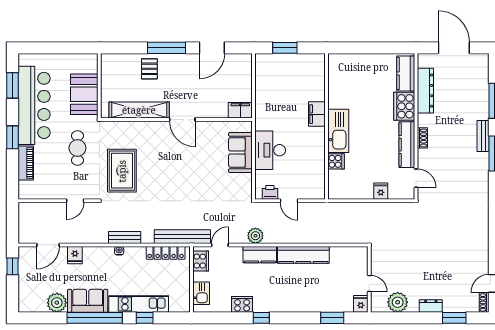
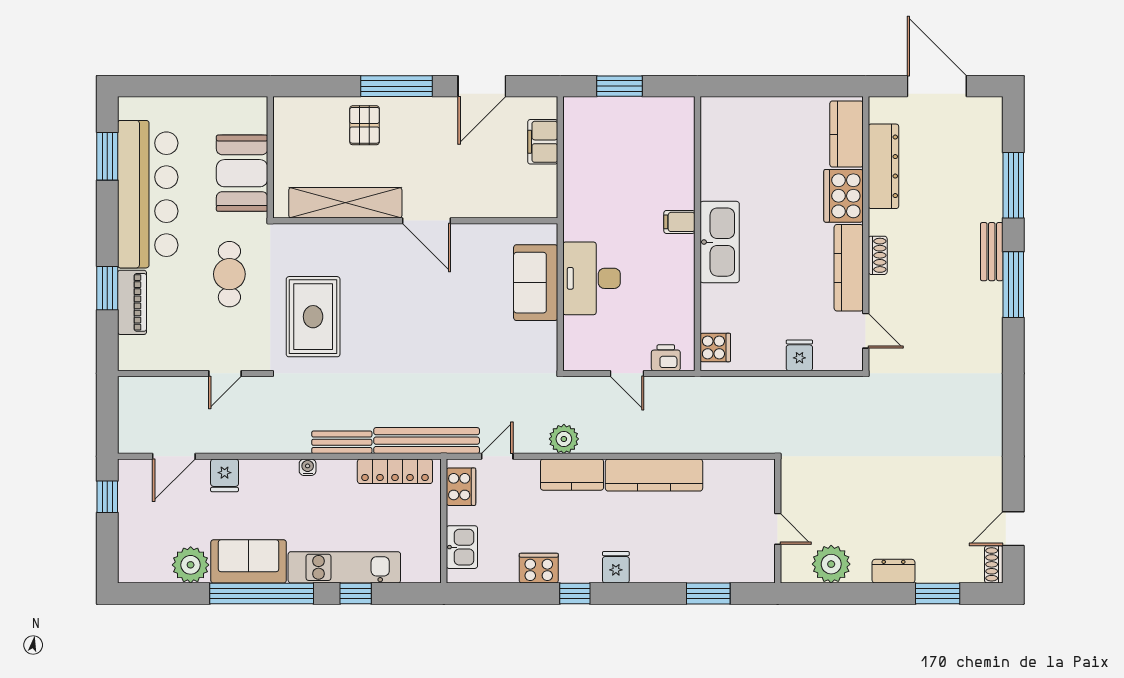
filing cabinet: (240, 110) -> (543, 142), moved, turned -90
filing cabinet: (317, 114) -> (679, 222), width x0.50
window: (12, 137) -> (107, 288), moved
cooker: (336, 161) -> (715, 347), moved
printer: (270, 192) -> (666, 358), moved
bench: (125, 237) -> (342, 442), moved
fridge: (361, 304) -> (616, 567), moved

